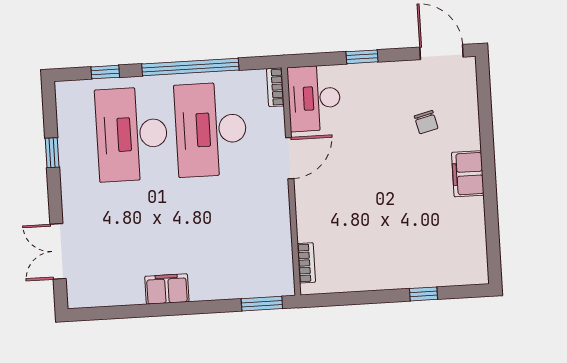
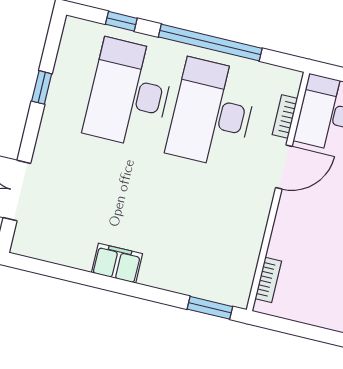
bookcase: (275, 87) -> (285, 117), moved

